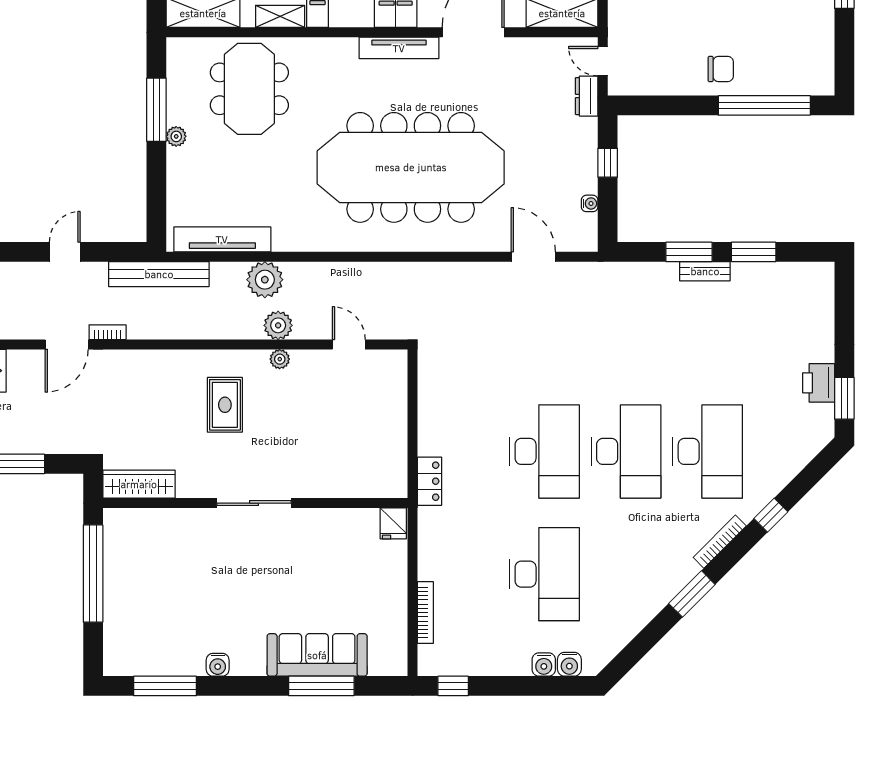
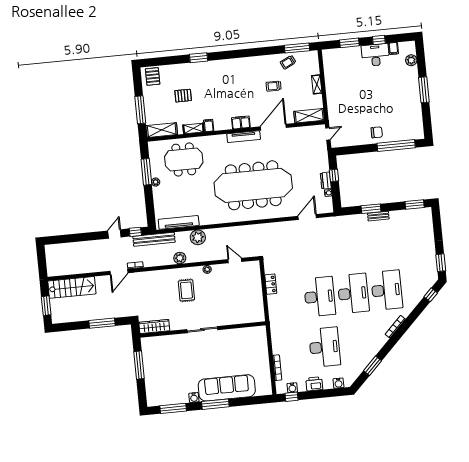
door: (603, 61) -> (328, 134), swing flipped
meeting table: (249, 89) -> (184, 159), turned 90
dresser: (587, 96) -> (326, 181), moved
window: (115, 252) -> (135, 232), added
window: (754, 252) -> (415, 204), moved
door: (533, 257) -> (307, 217), hinge flipped
plant: (278, 325) -> (180, 258), moved
printer: (819, 383) -> (314, 384), moved, turned 90
locker: (430, 481) -> (271, 284), moved
window: (771, 515) -> (431, 295), moved
fridge: (393, 523) -> (260, 332), removed
window: (93, 574) -> (139, 365), width x0.68
window: (692, 594) -> (372, 366), moved
sofa: (317, 655) -> (227, 388), width x1.36, depth x1.27
water cooler: (544, 664) -> (292, 388), moved
window: (321, 686) -> (215, 404), moved

